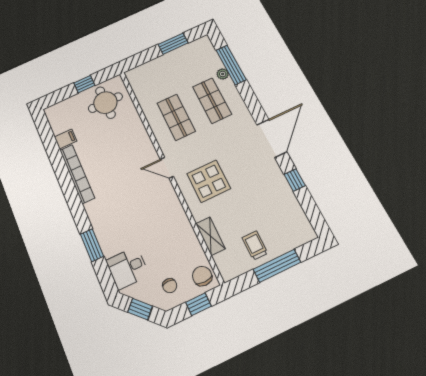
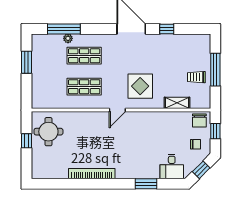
filing cabinet: (66, 139) -> (62, 172), removed
chair: (202, 276) -> (199, 121), turned -90

